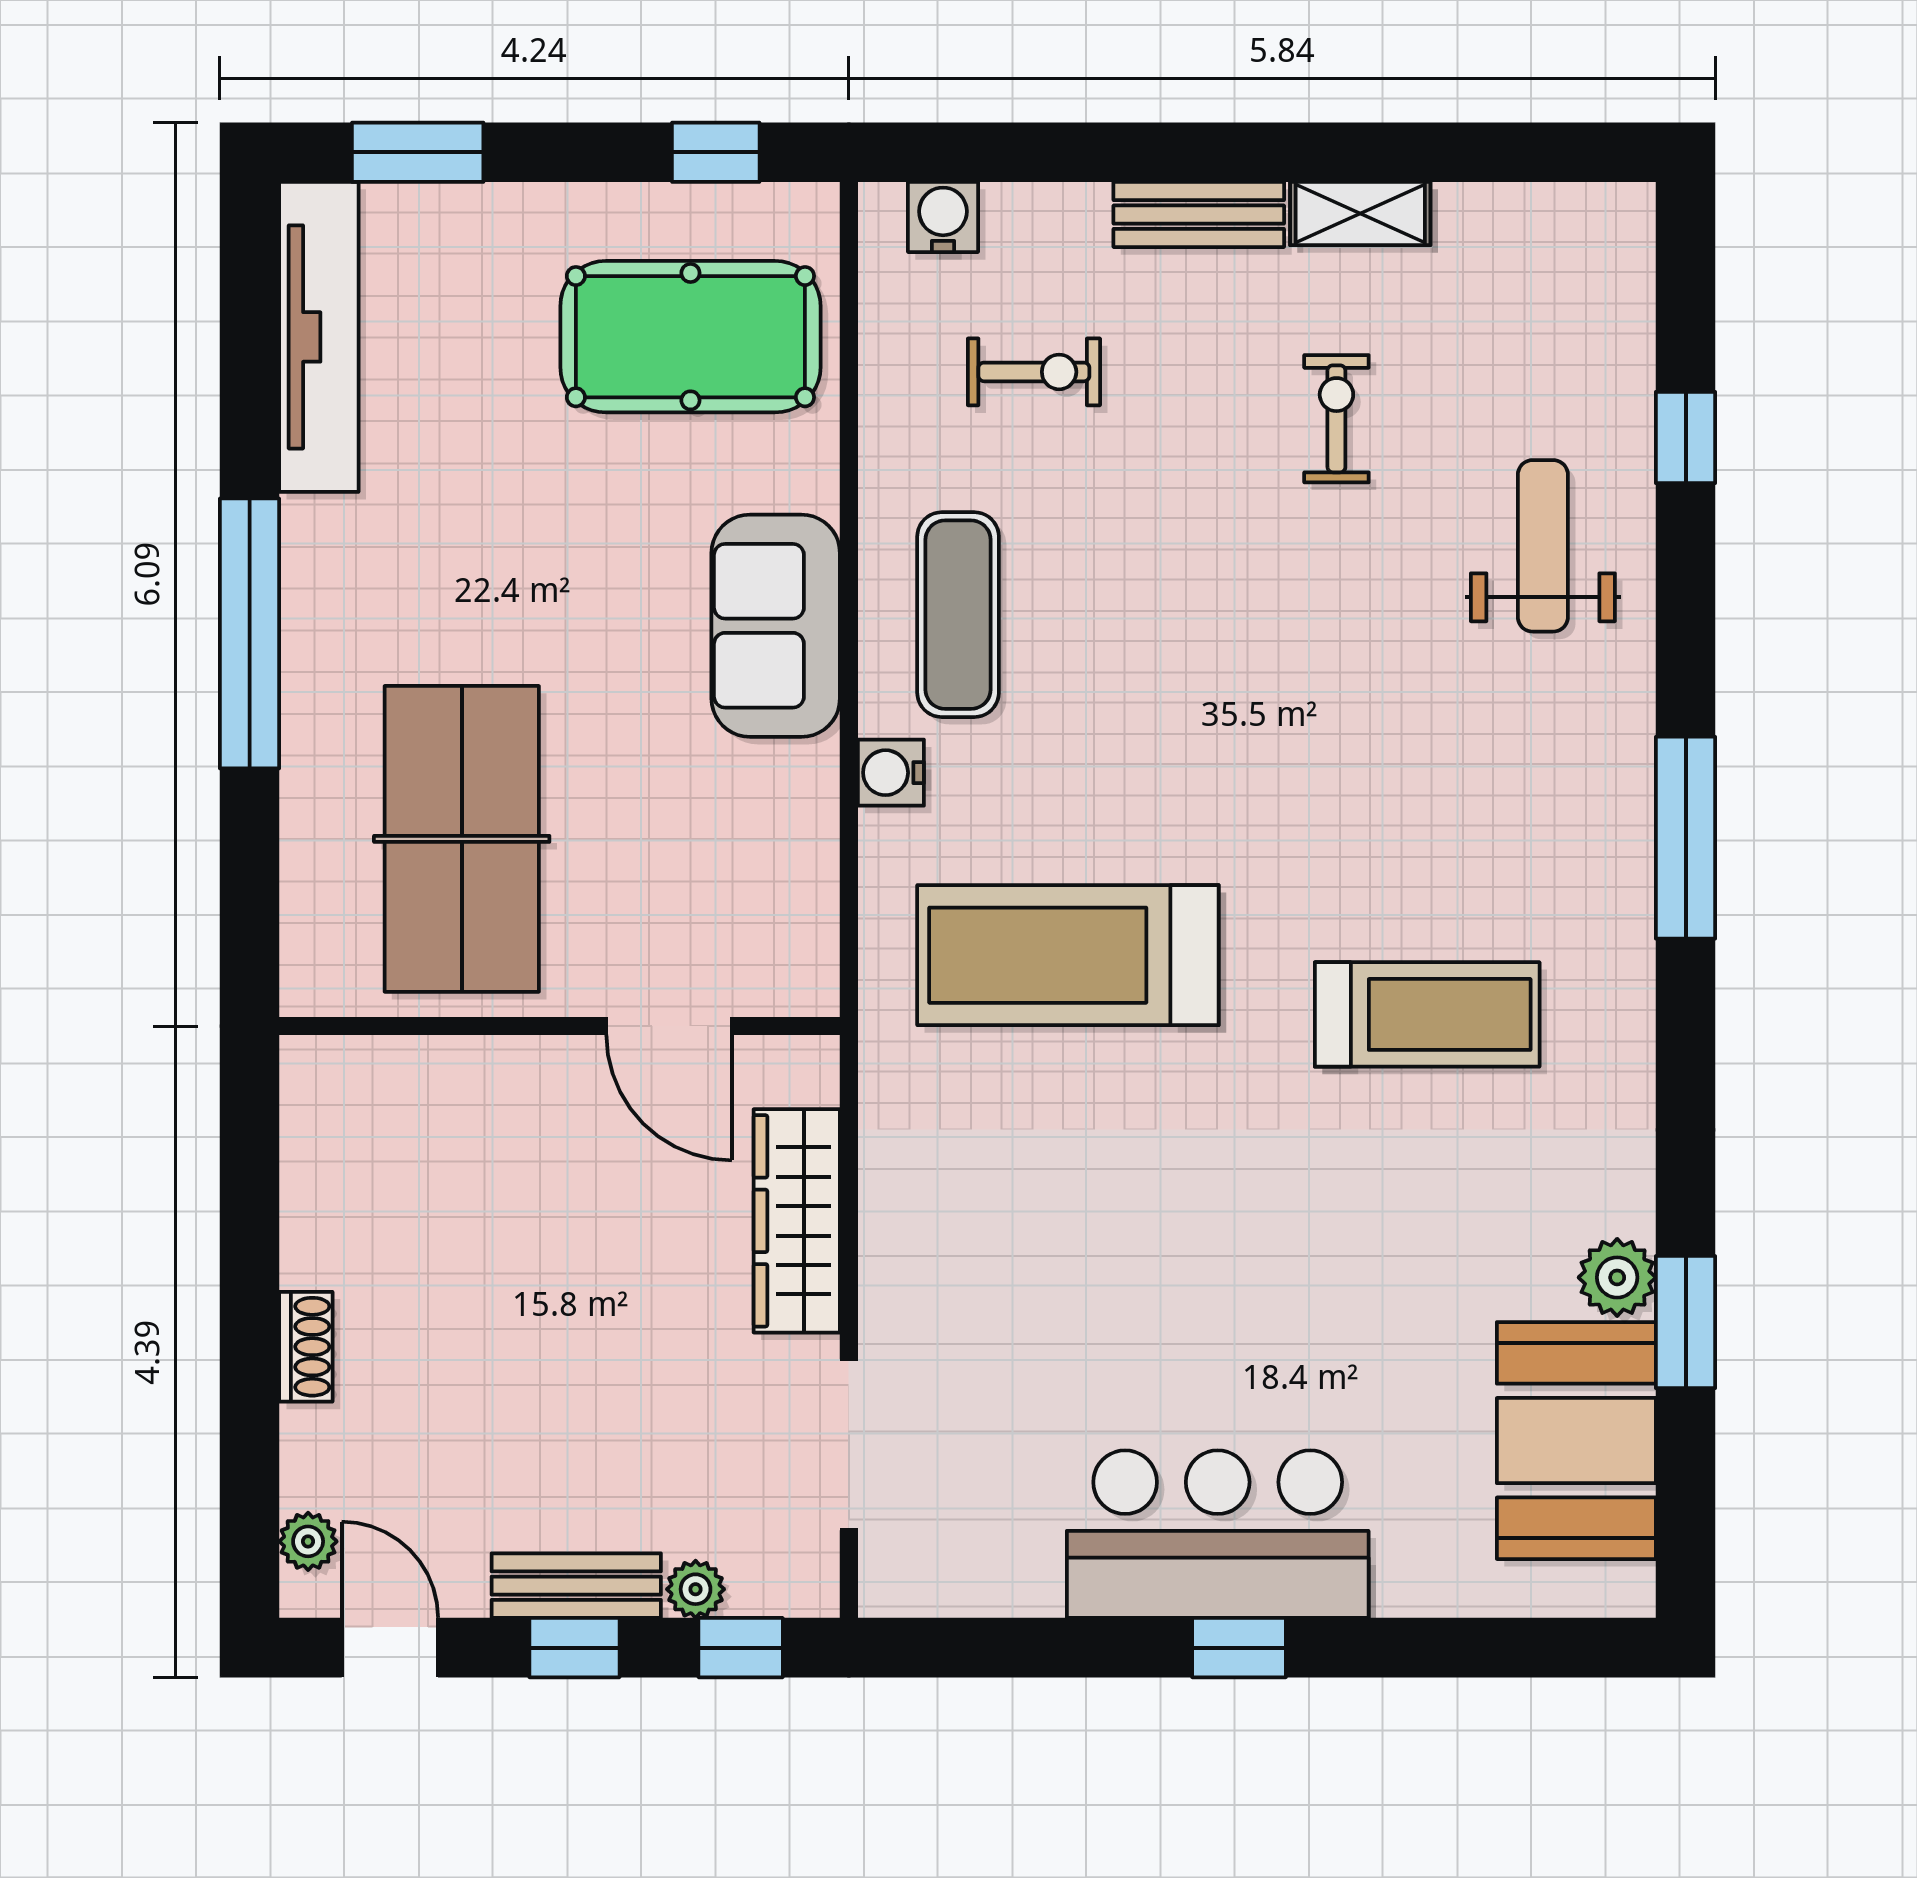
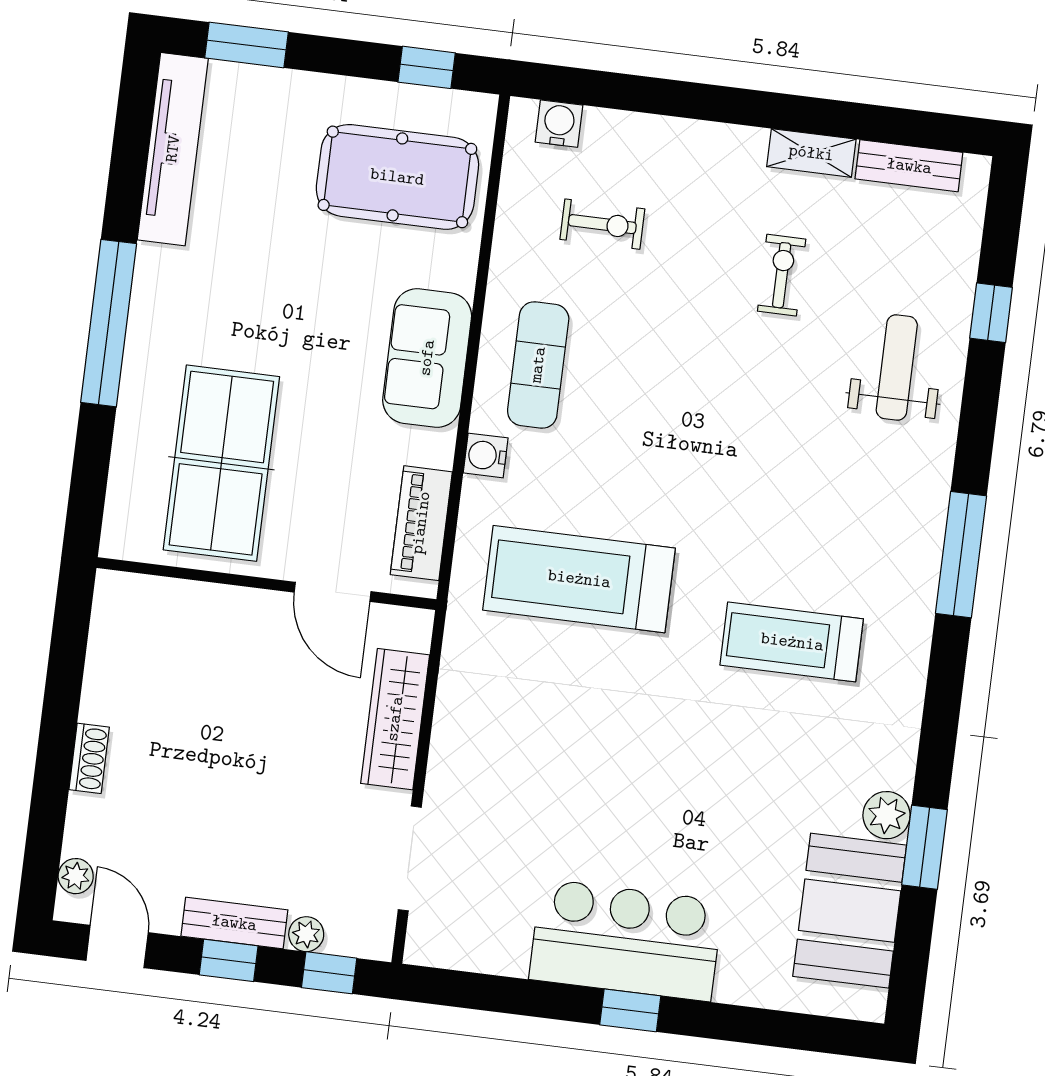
bench: (1199, 215) -> (909, 166), moved
piano: (800, 896) -> (421, 523), added
treadmill: (1427, 1014) -> (792, 642), turned 180

